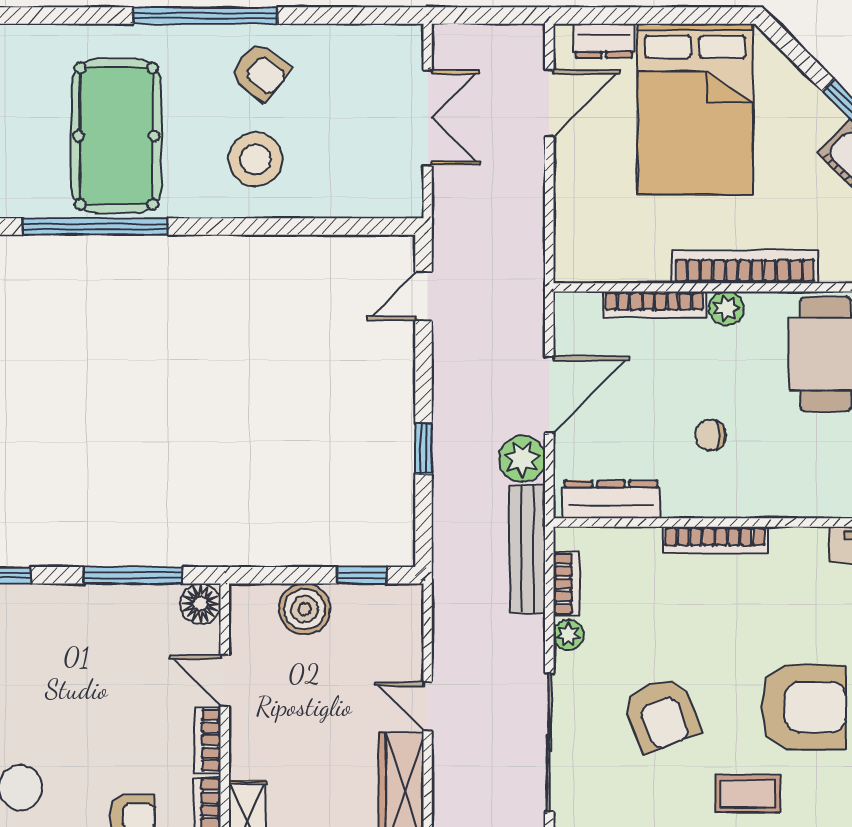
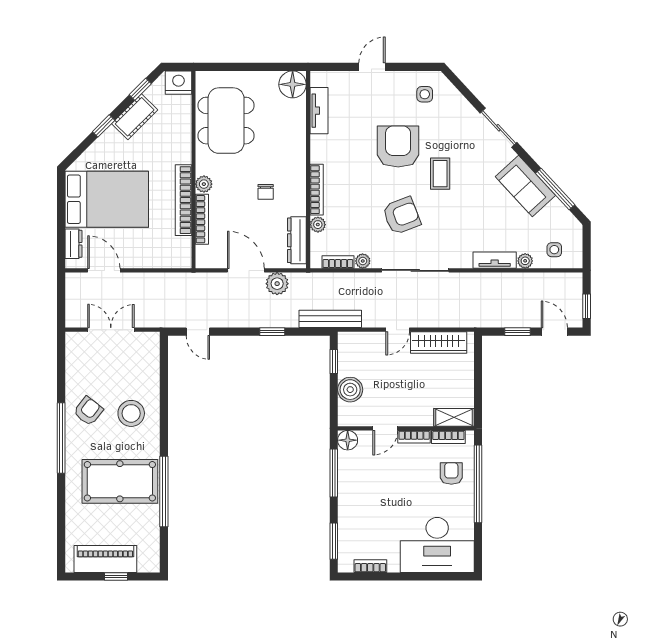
bookcase: (745, 267) -> (183, 200), moved
plant: (643, 542) -> (318, 225), added
bench: (527, 549) -> (330, 319), moved

